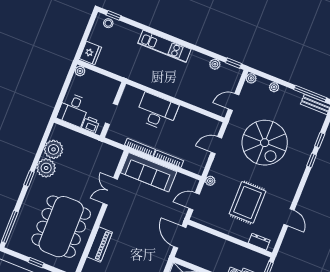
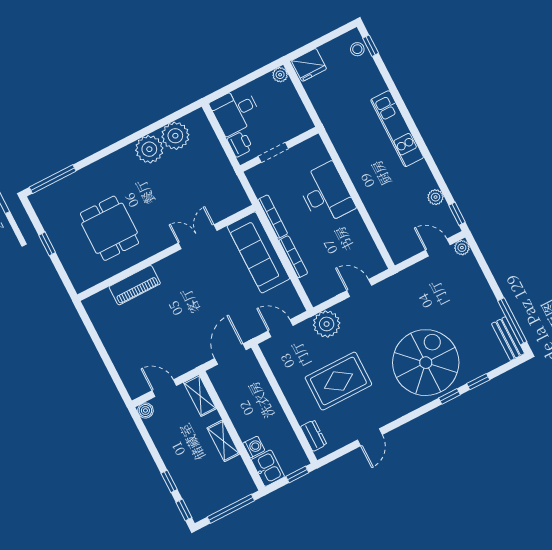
plant: (274, 87) -> (479, 279), removed
door: (234, 102) -> (438, 248), moved
spiral stairs: (265, 143) -> (426, 363), moved, turned 180
window: (29, 179) -> (120, 144), removed
plant: (210, 181) -> (327, 324), width x1.88, depth x1.88
dining table: (61, 227) -> (109, 228), width x0.53, depth x0.80

